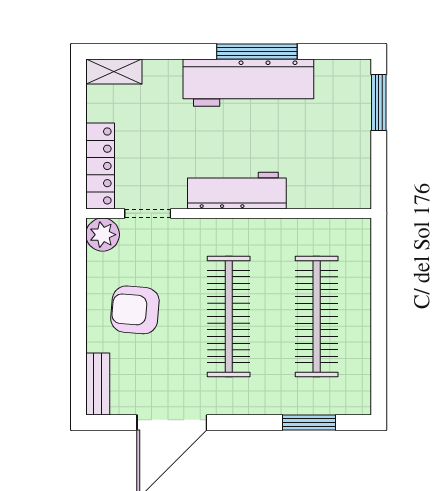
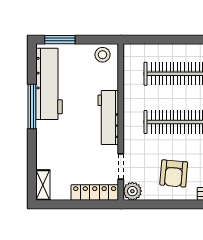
workbench: (248, 83) -> (49, 84), moved
stool: (351, 180) -> (103, 55), added

